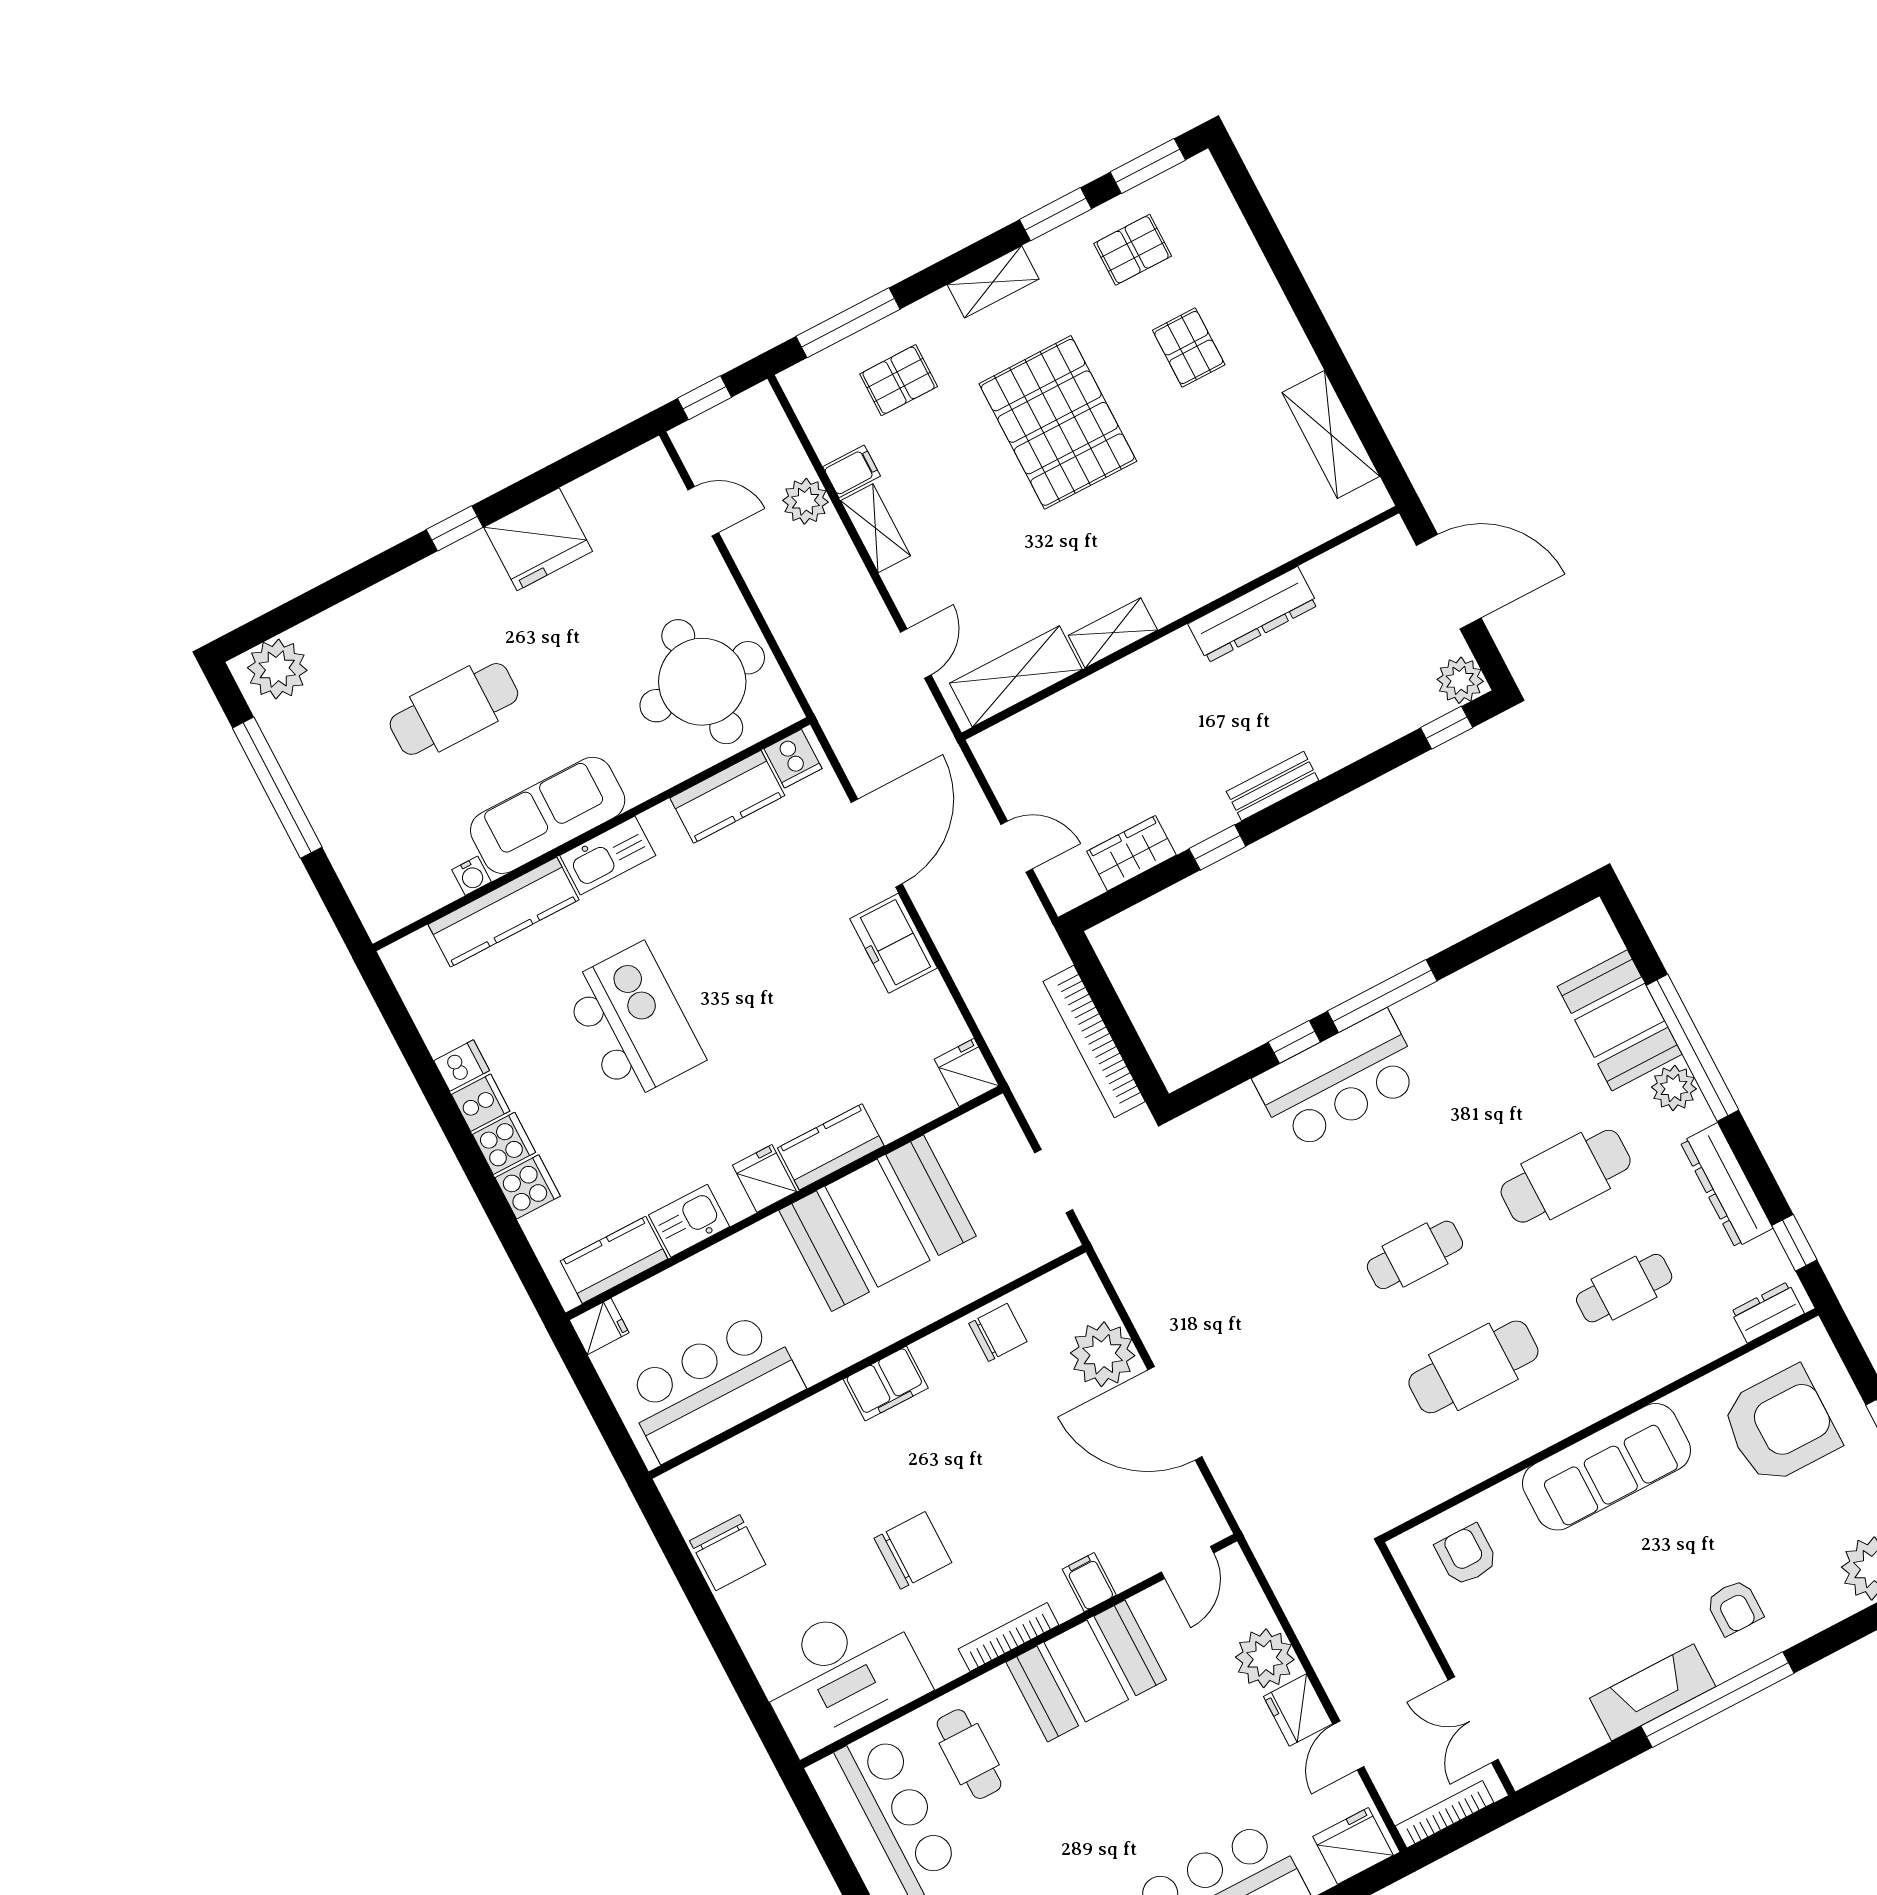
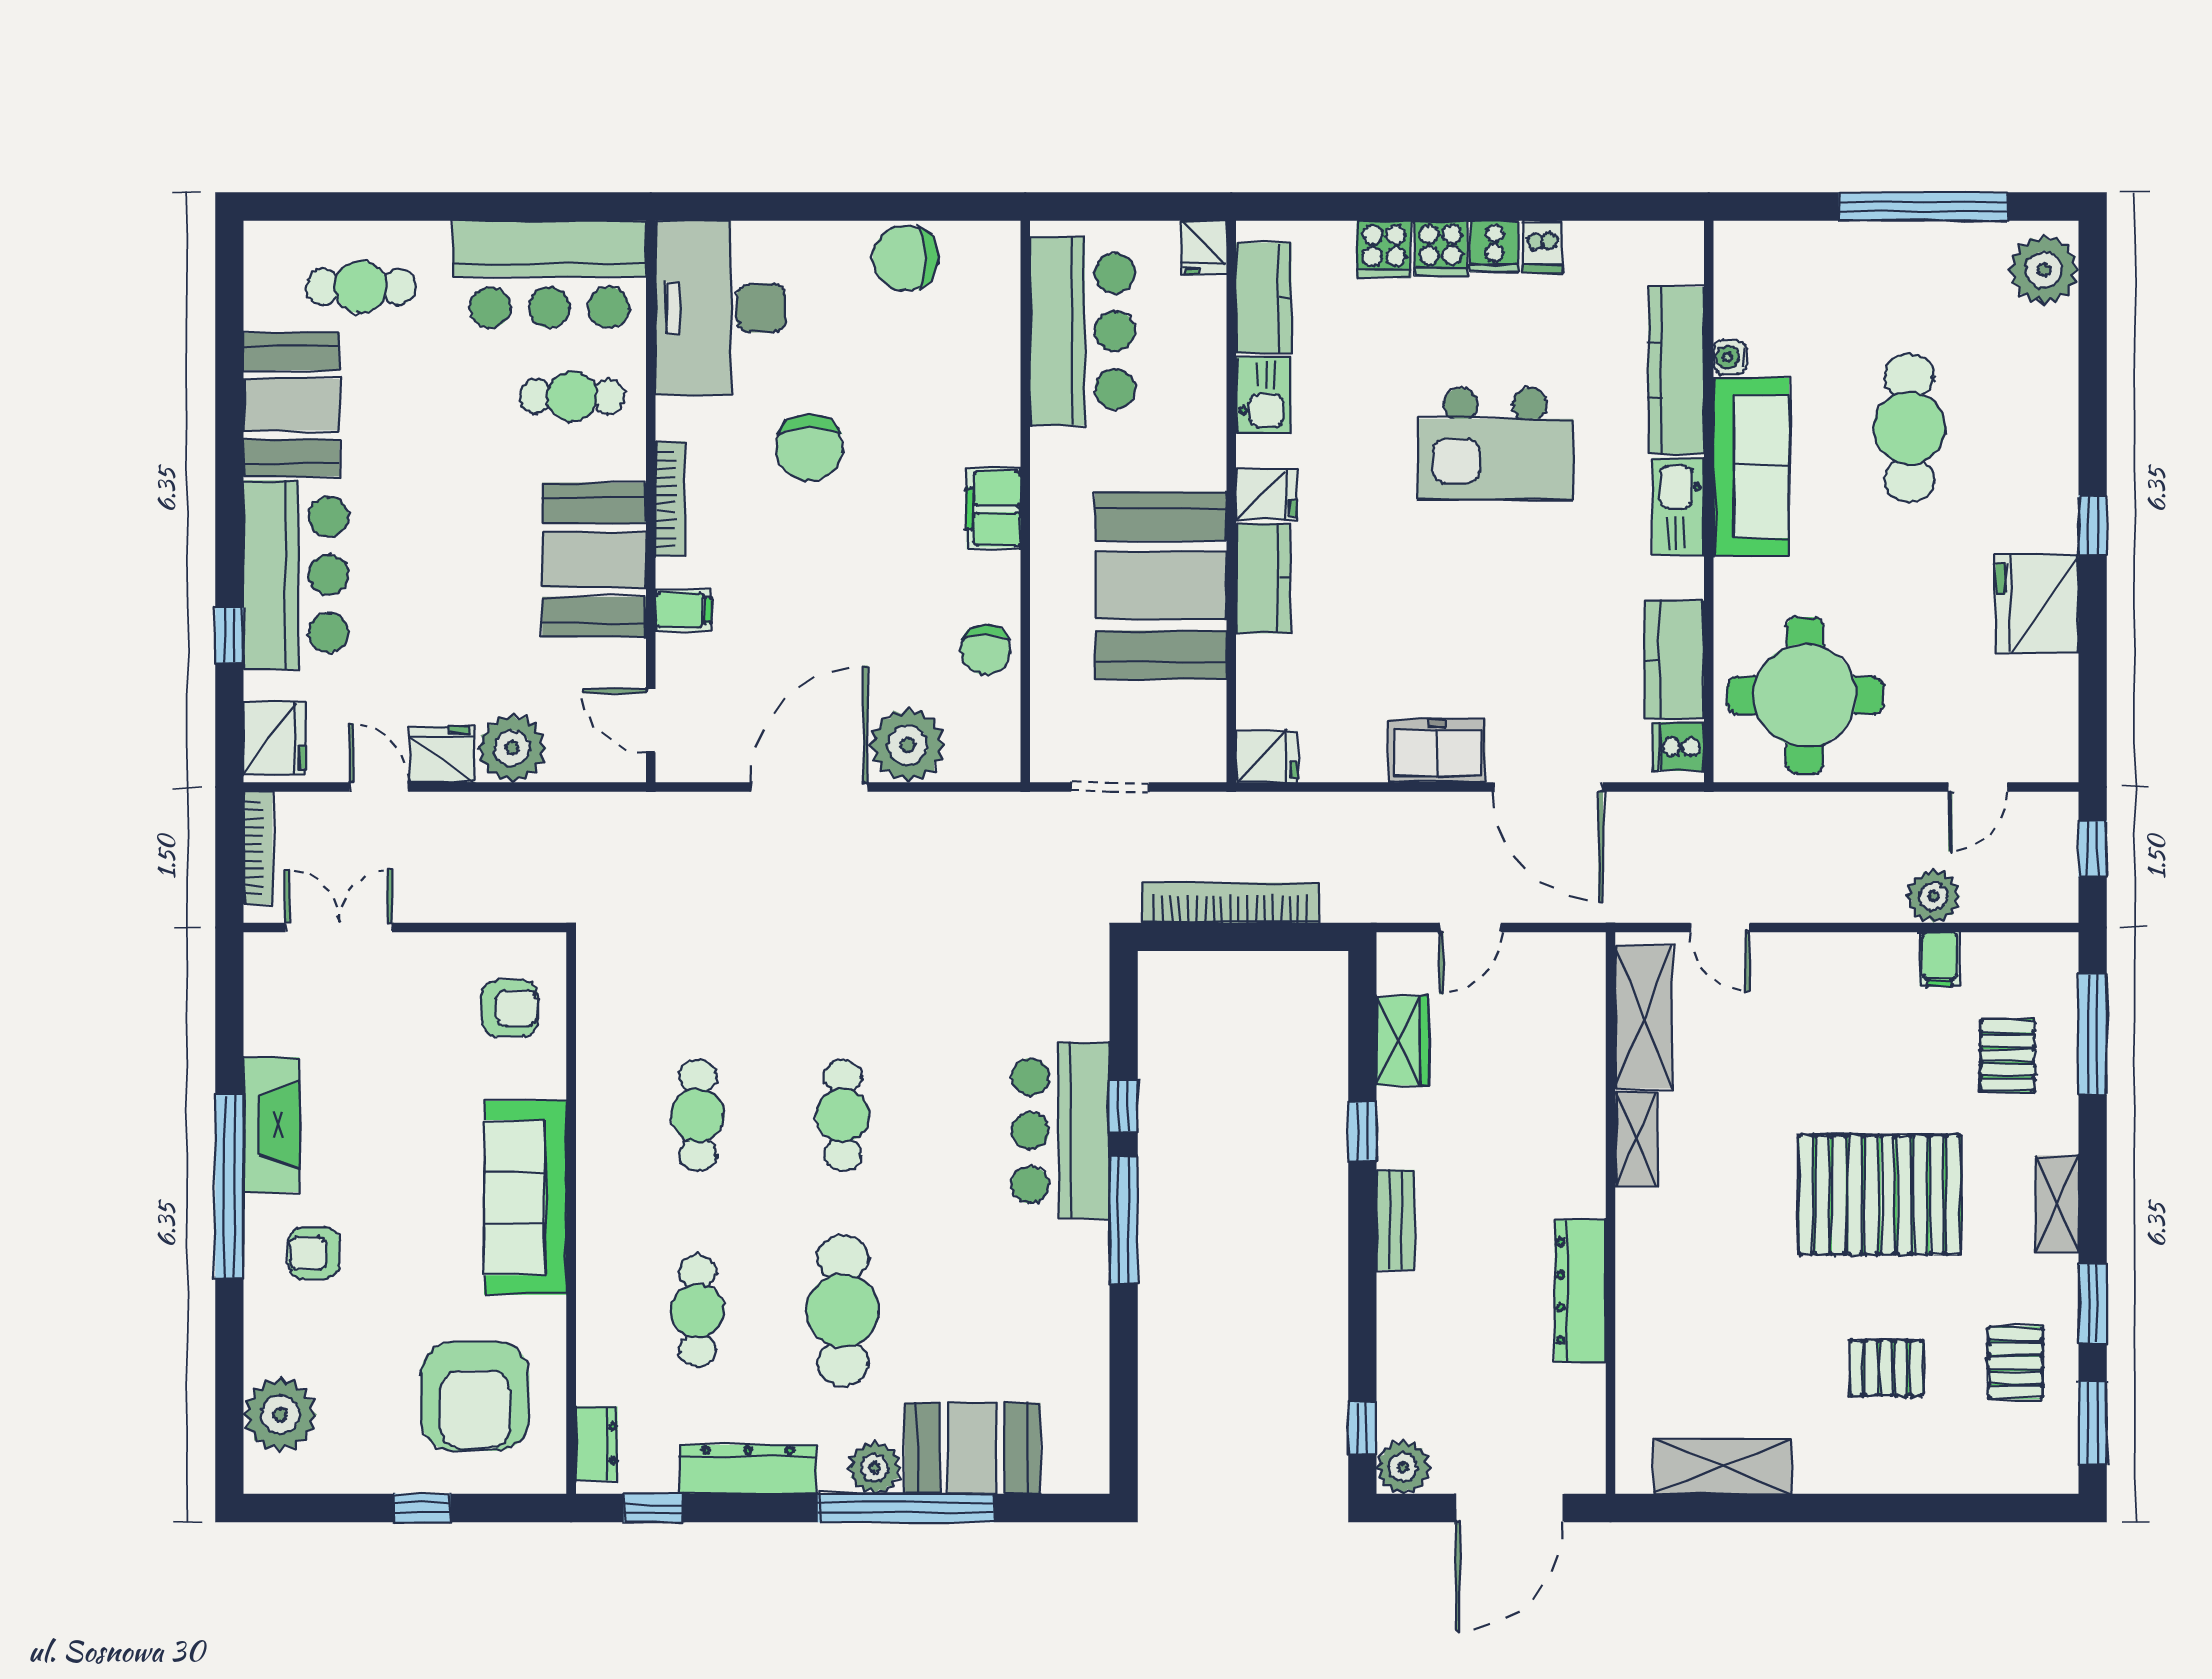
shelving: (876, 528) -> (1869, 953), removed
cafe table: (1473, 1367) -> (698, 1115), width x0.73, depth x0.74

